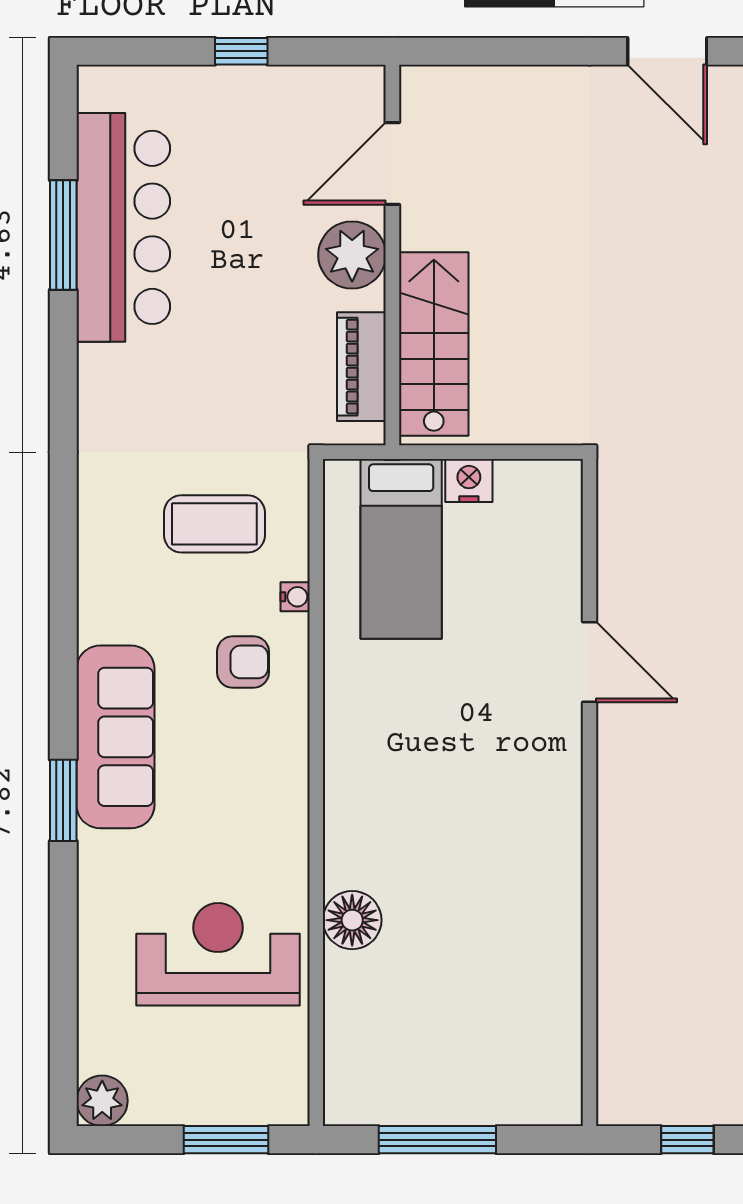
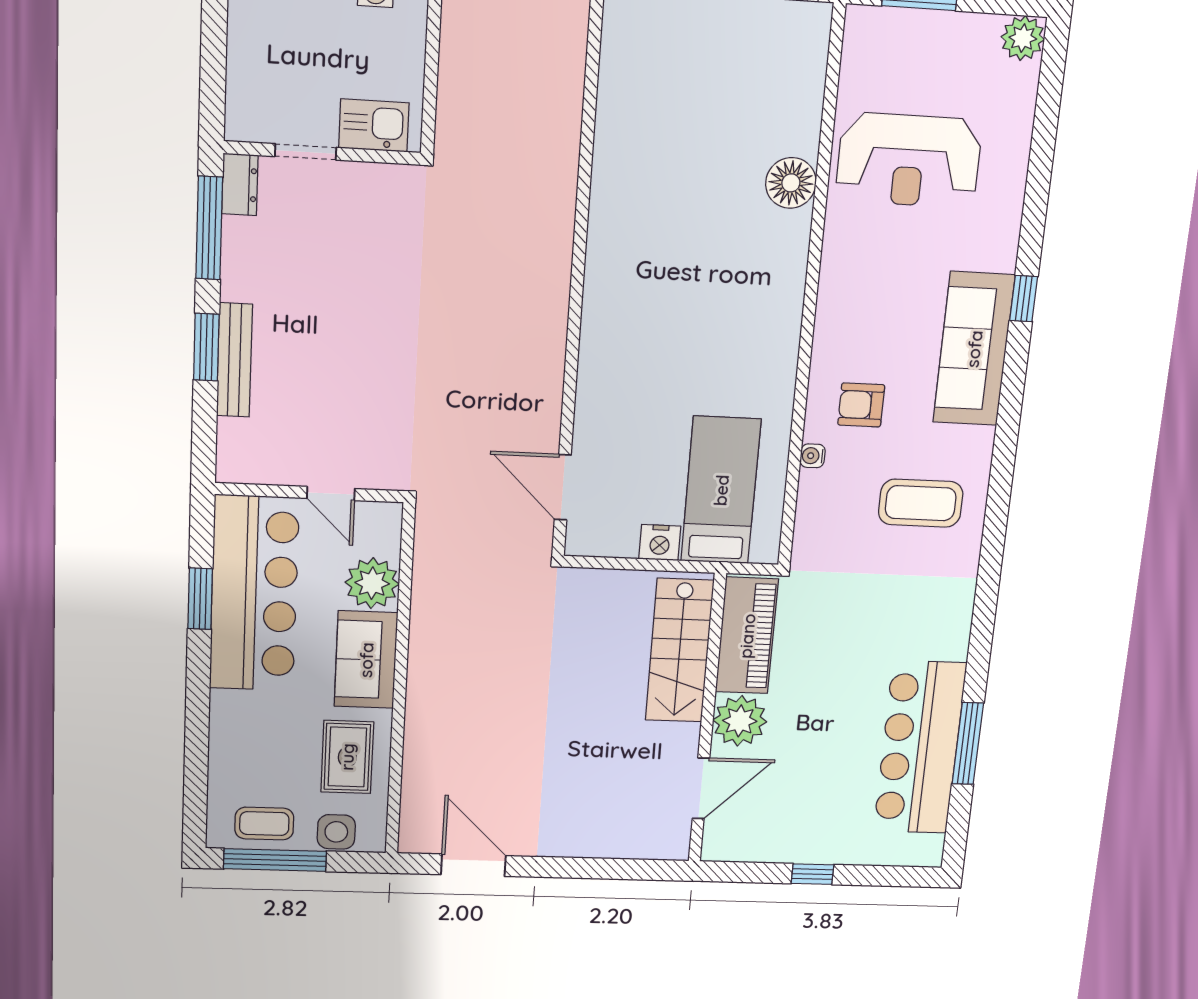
piano: (361, 367) -> (747, 636), width x1.37, depth x1.33
coffee table: (214, 524) -> (921, 503), moved
door: (589, 662) -> (563, 487), moved
window: (63, 800) -> (1024, 299), width x0.67

